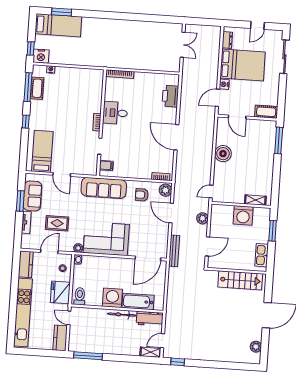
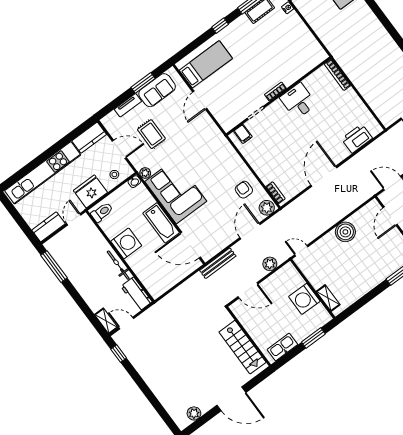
sofa: (104, 188) -> (220, 149), removed
bathtub: (138, 302) -> (161, 223), moved, turned 180

